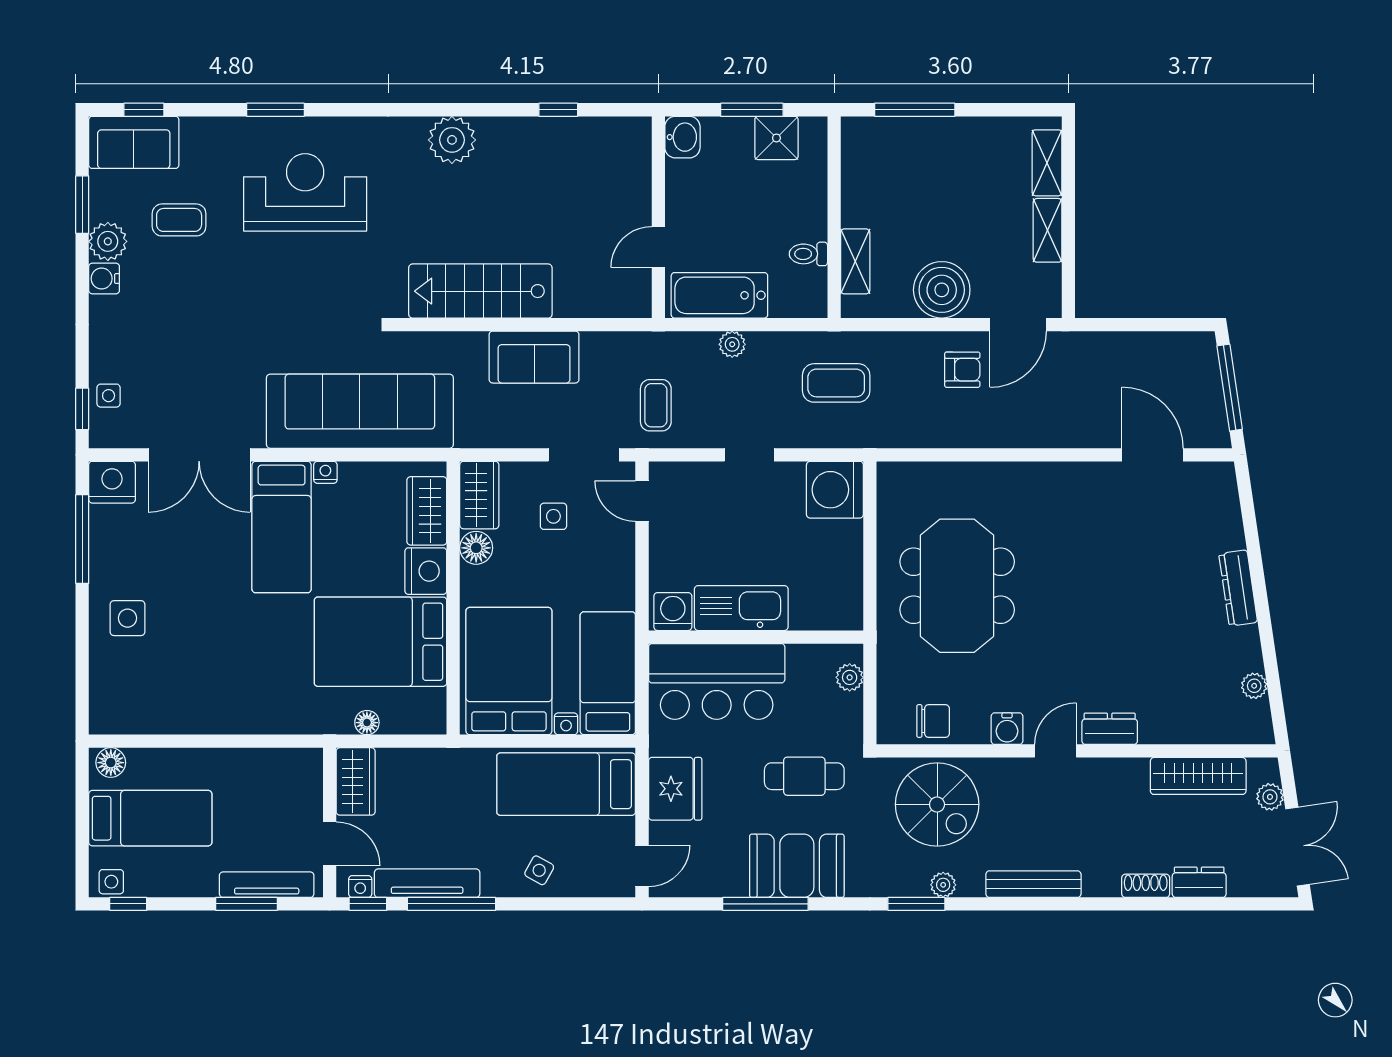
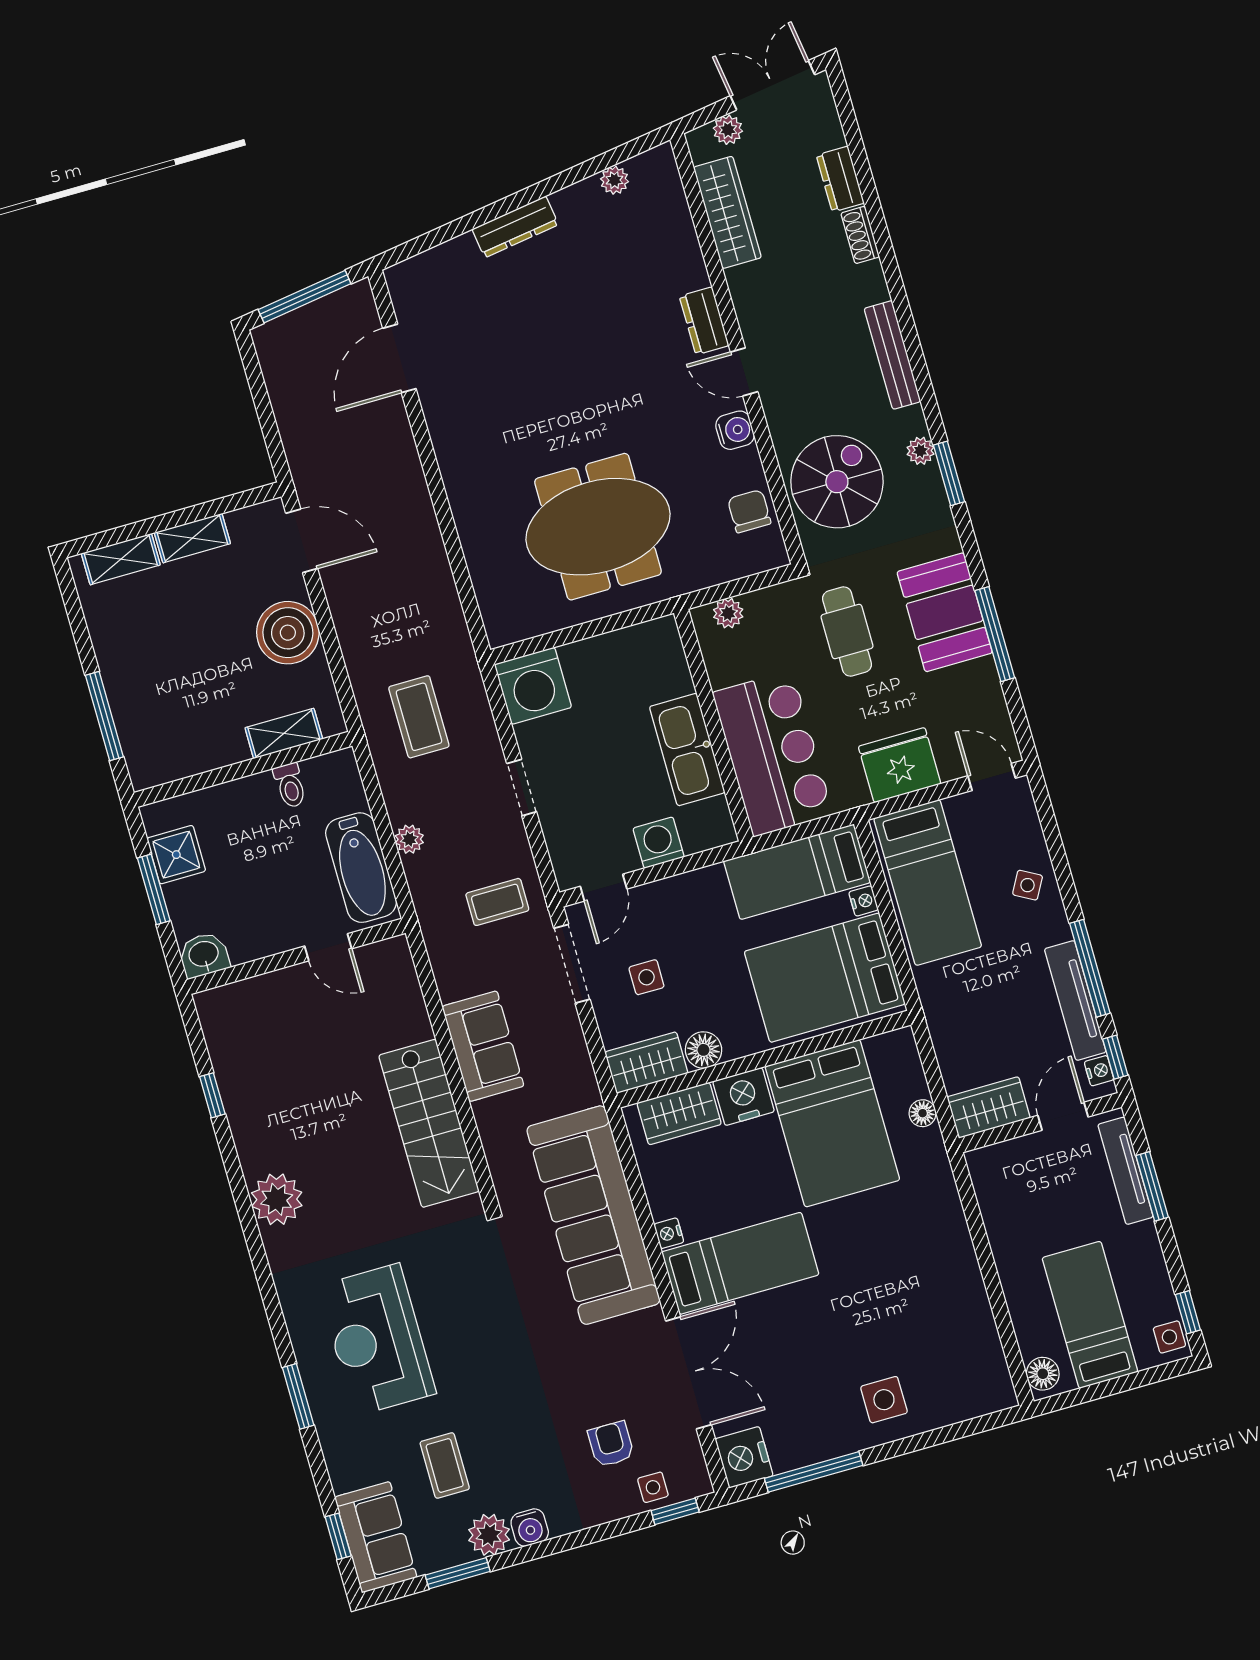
armchair: (962, 370) -> (611, 1444), moved
washing machine: (673, 612) -> (659, 843), moved, turned 90

